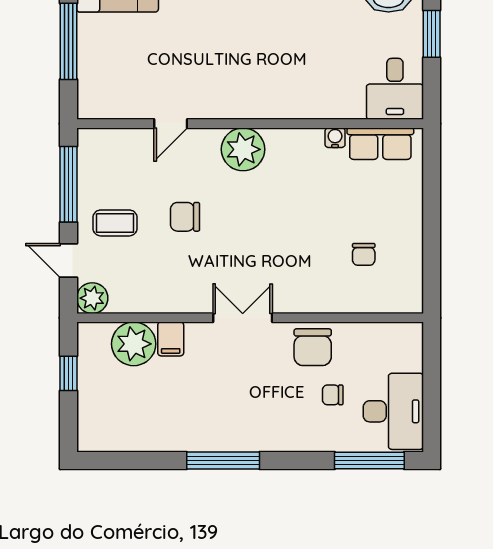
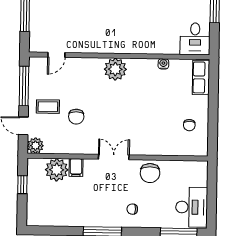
door: (171, 124) -> (56, 55), moved
row of seats: (380, 144) -> (201, 77), moved, turned 90
chair: (185, 217) -> (76, 117), moved, turned -90
chair: (364, 254) -> (189, 125), moved
chair: (333, 395) -> (132, 209), moved

